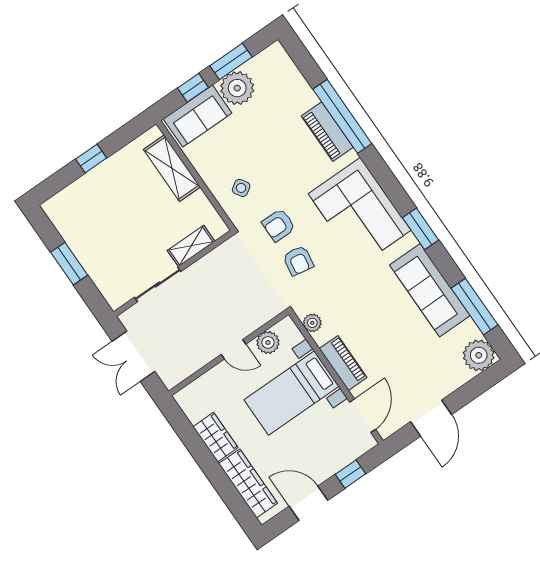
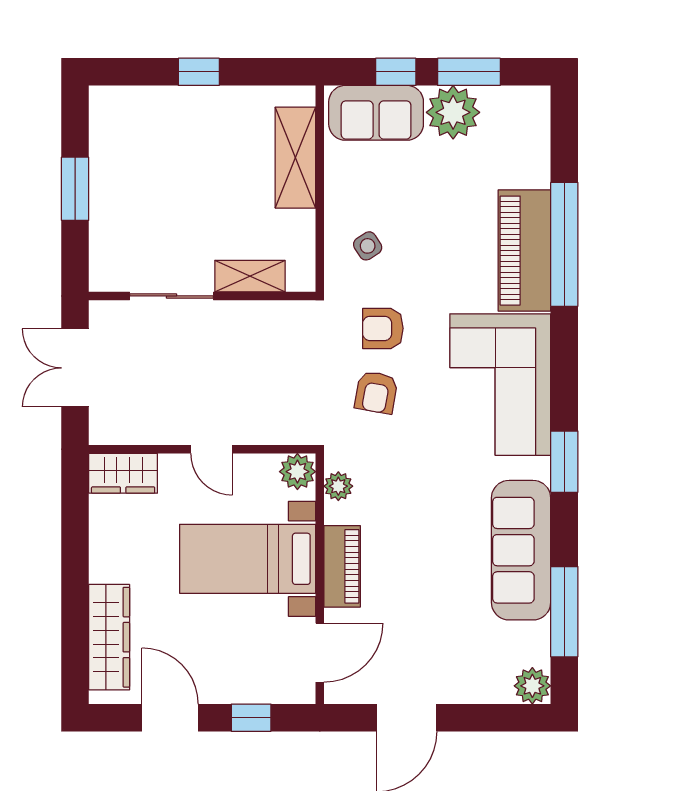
piano: (327, 132) -> (524, 251), width x1.37, depth x1.33
plant: (268, 342) -> (297, 472), moved
plant: (479, 355) -> (532, 686), width x0.73, depth x0.73
wardrobe: (216, 437) -> (123, 473), moved, turned 90

